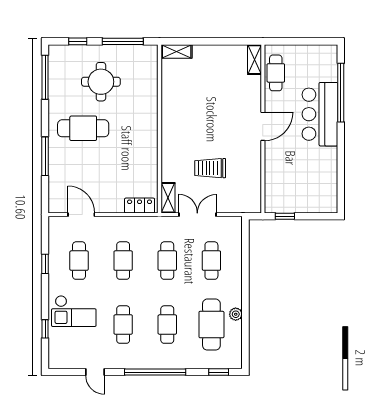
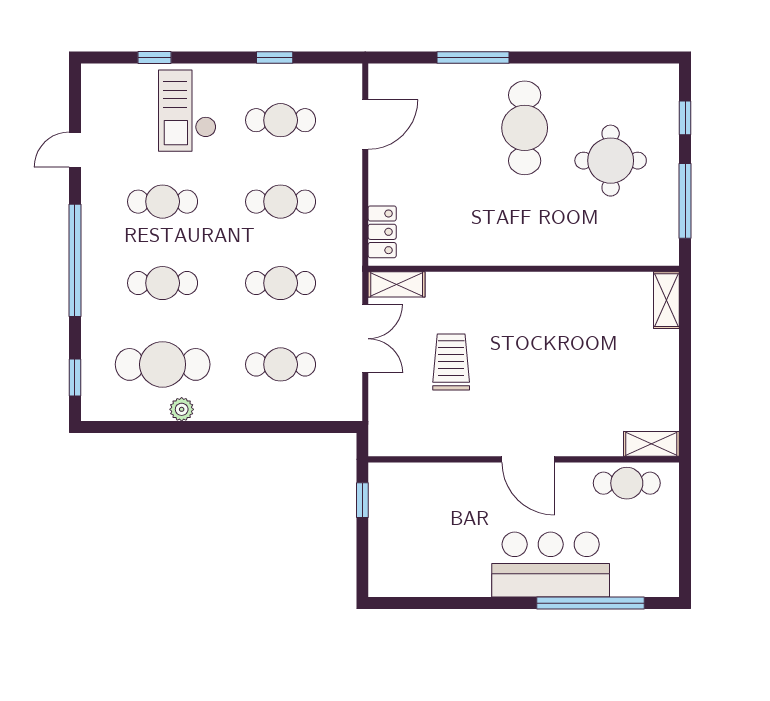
window: (45, 77) -> (619, 58), removed

